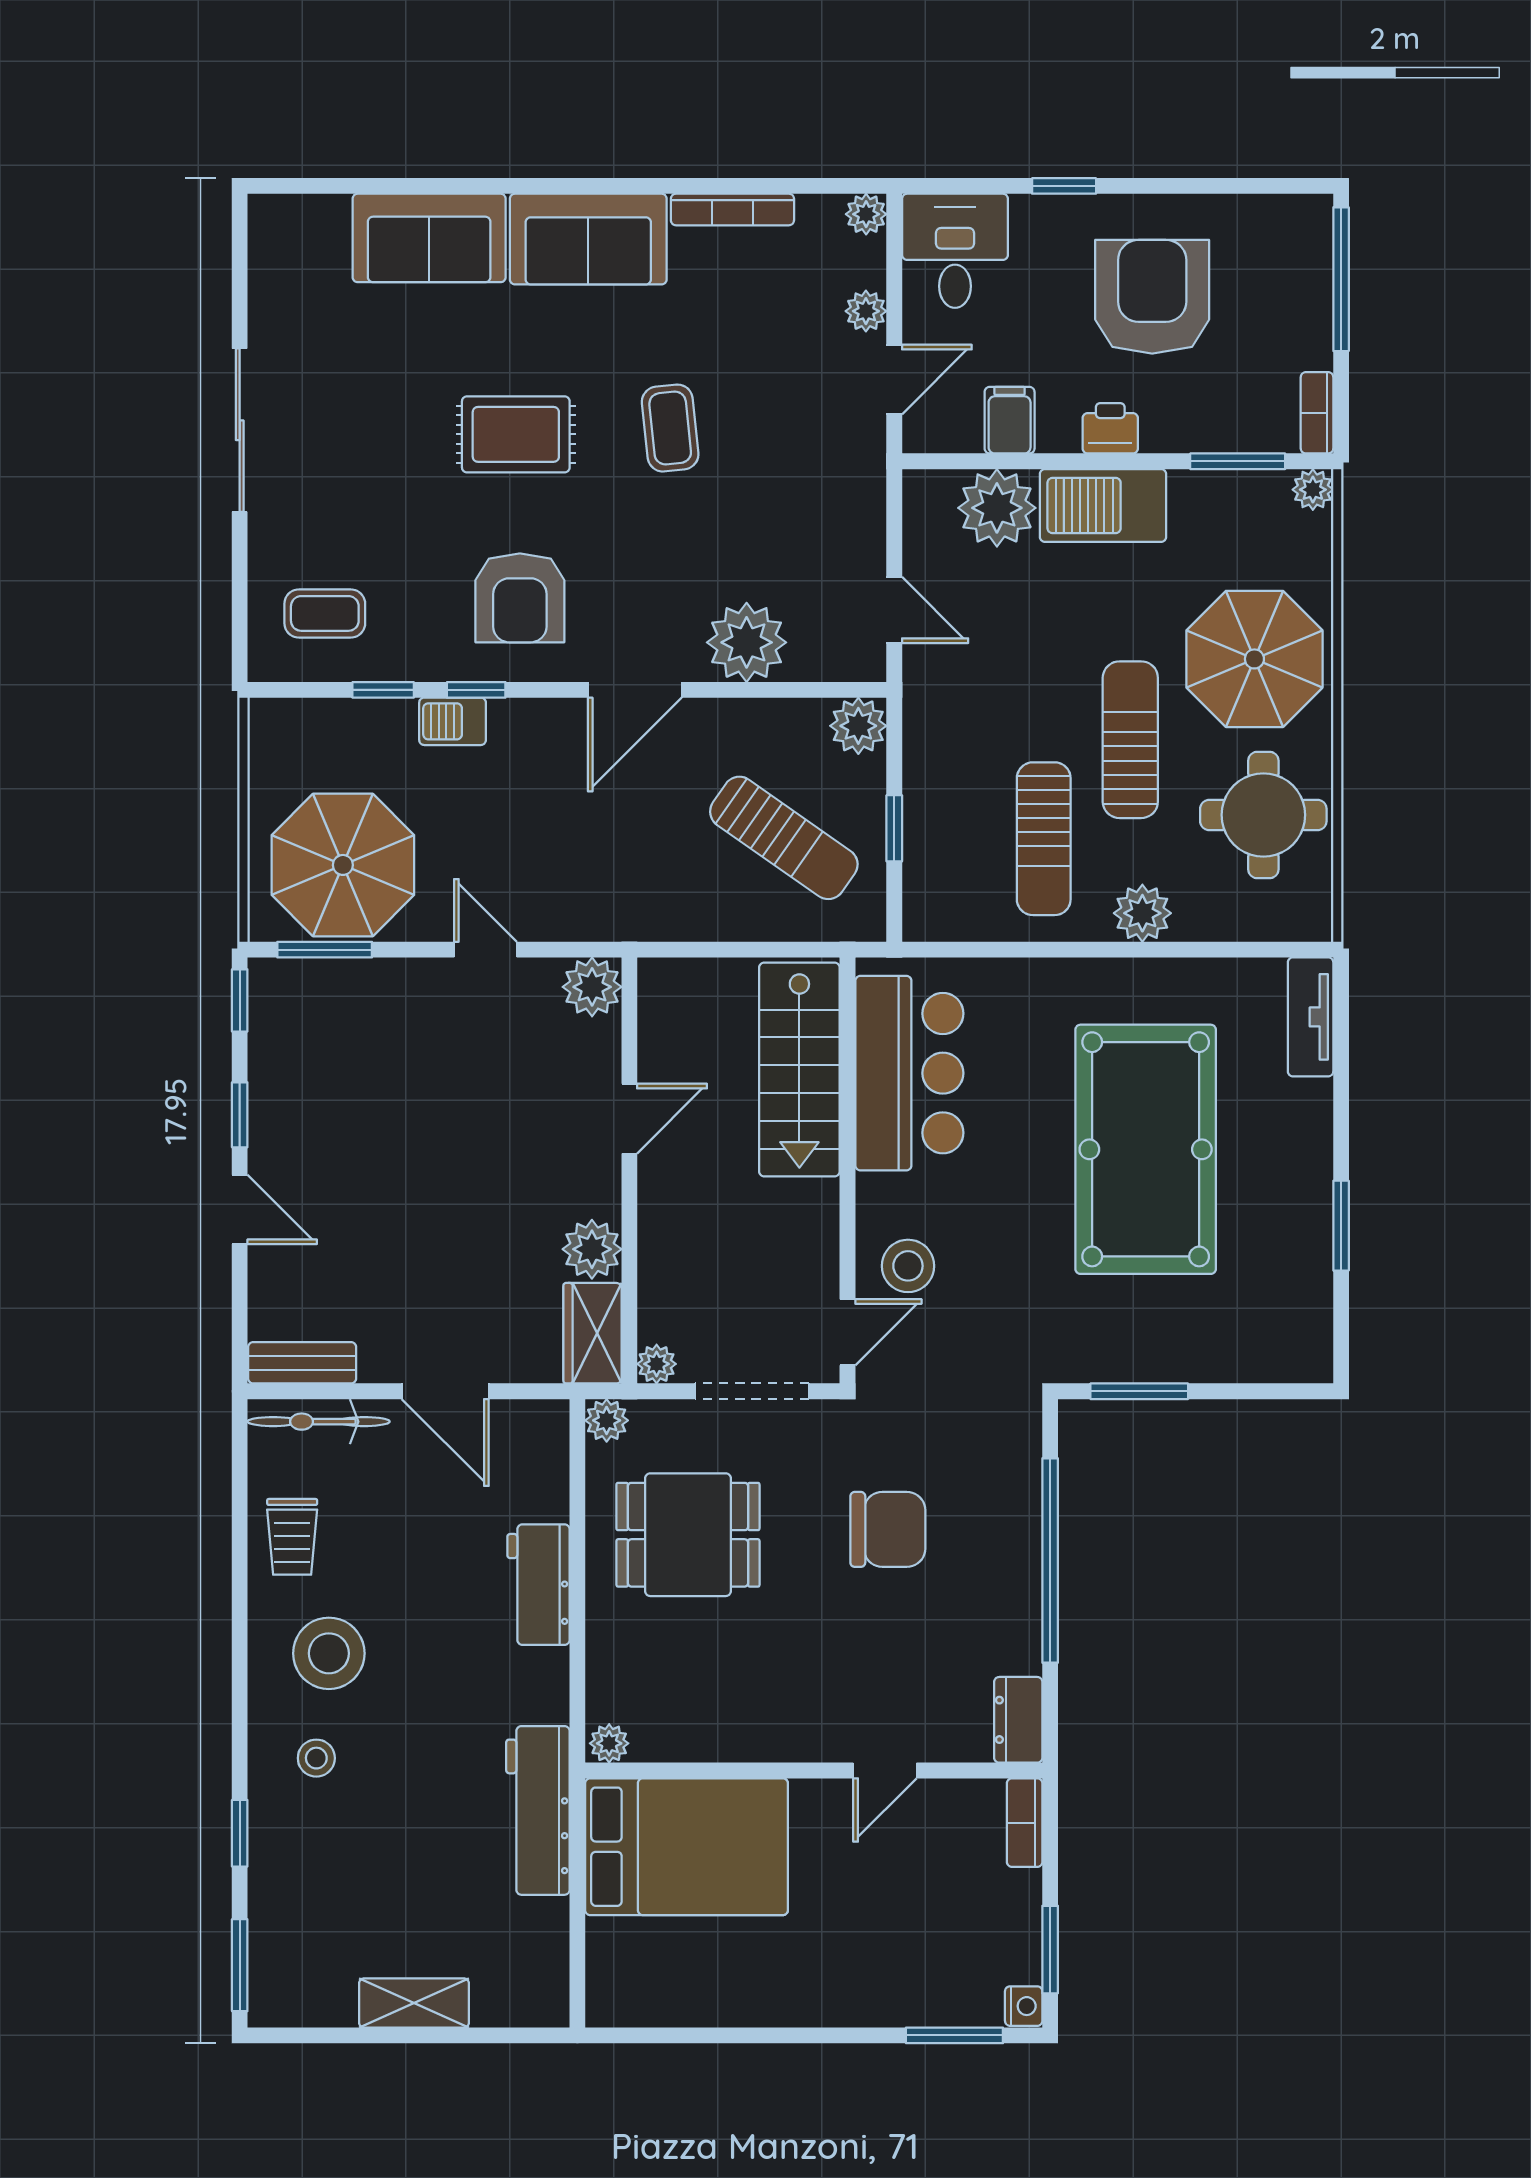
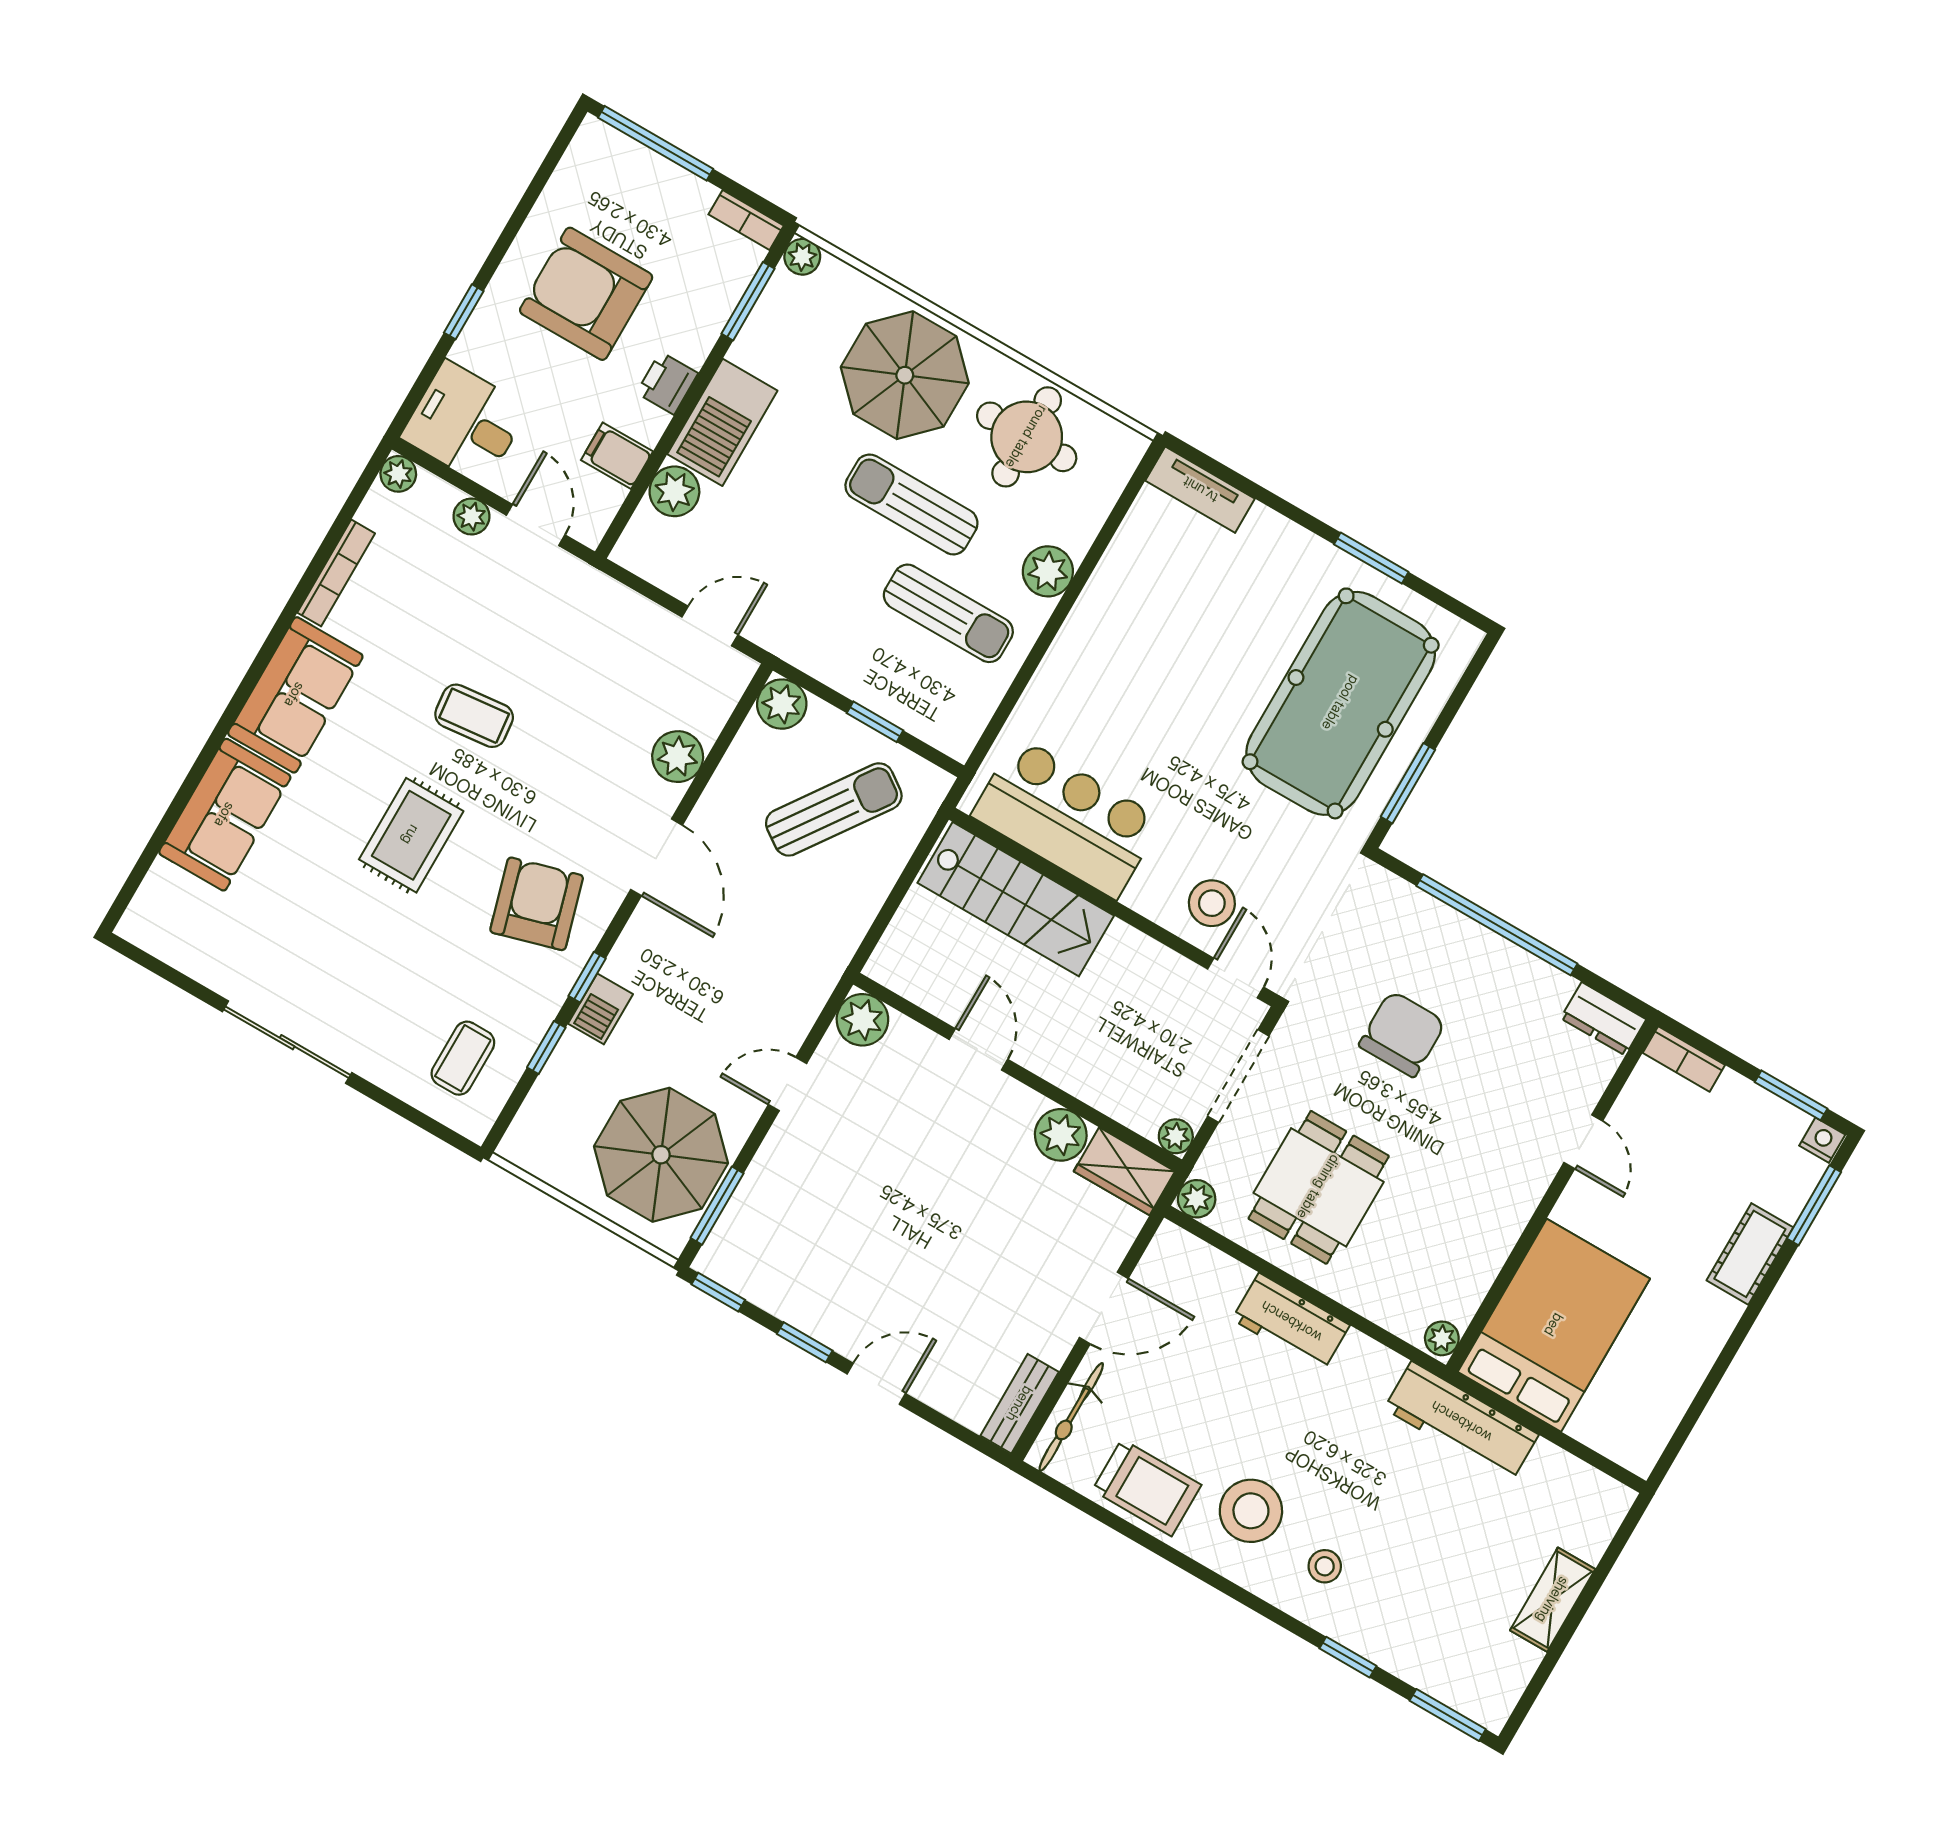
plant: (997, 508) -> (674, 491), width x0.73, depth x0.73
armchair: (520, 598) -> (537, 904), turned -106
plant: (747, 642) -> (678, 757), width x0.73, depth x0.73
pool table: (1146, 1149) -> (1341, 703), moved, turned 90
trolley: (292, 1537) -> (1147, 1488), width x1.36, depth x1.39
cot: (870, 2000) -> (1750, 1254), added

